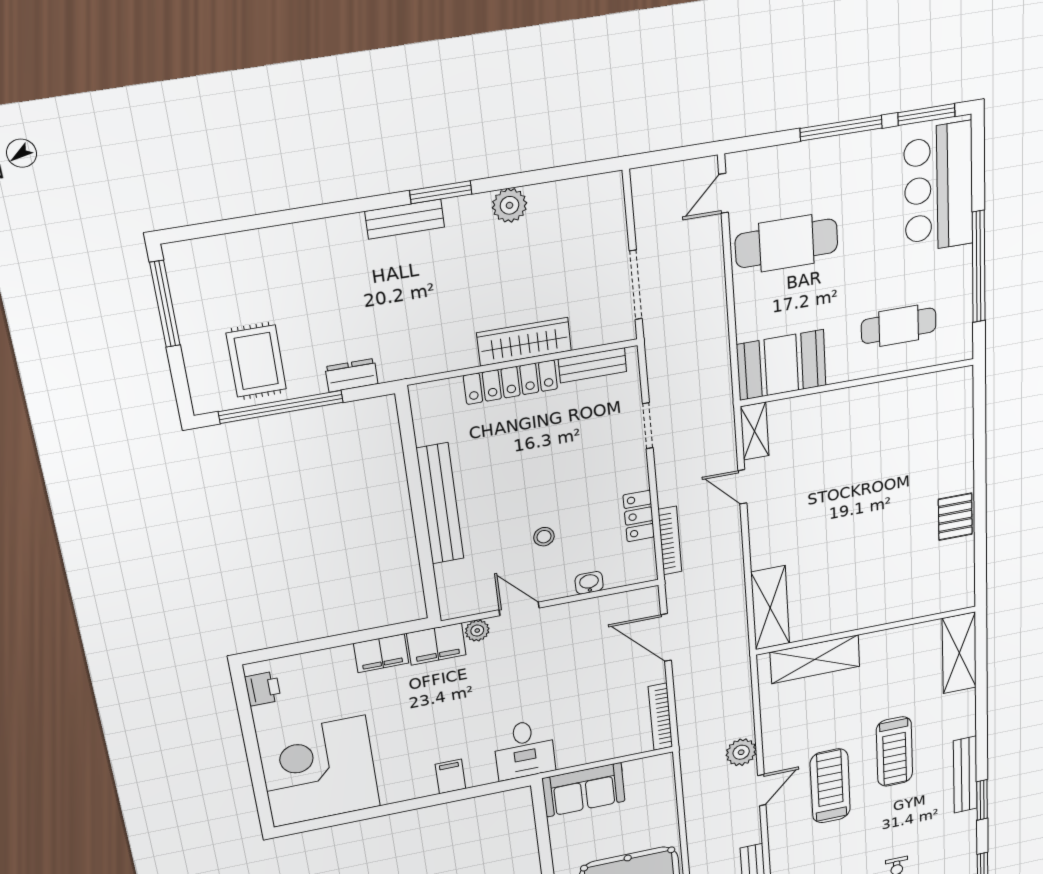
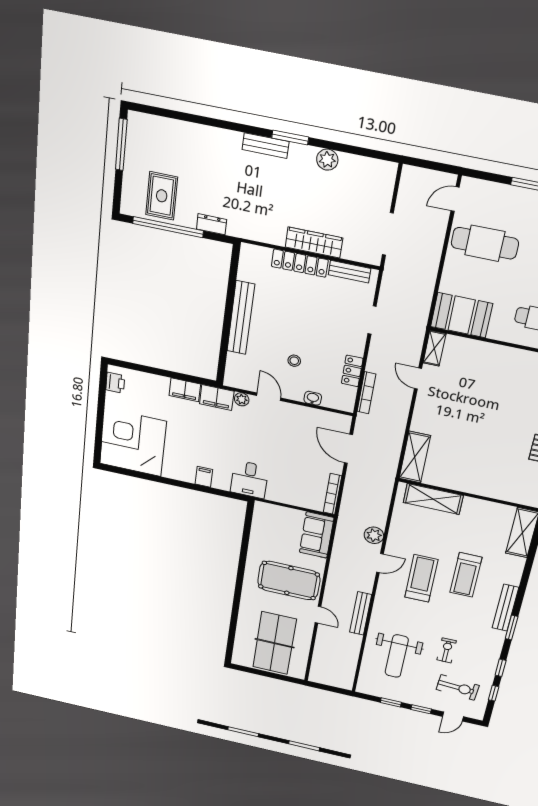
sofa: (584, 790) -> (317, 535), moved, turned 90

